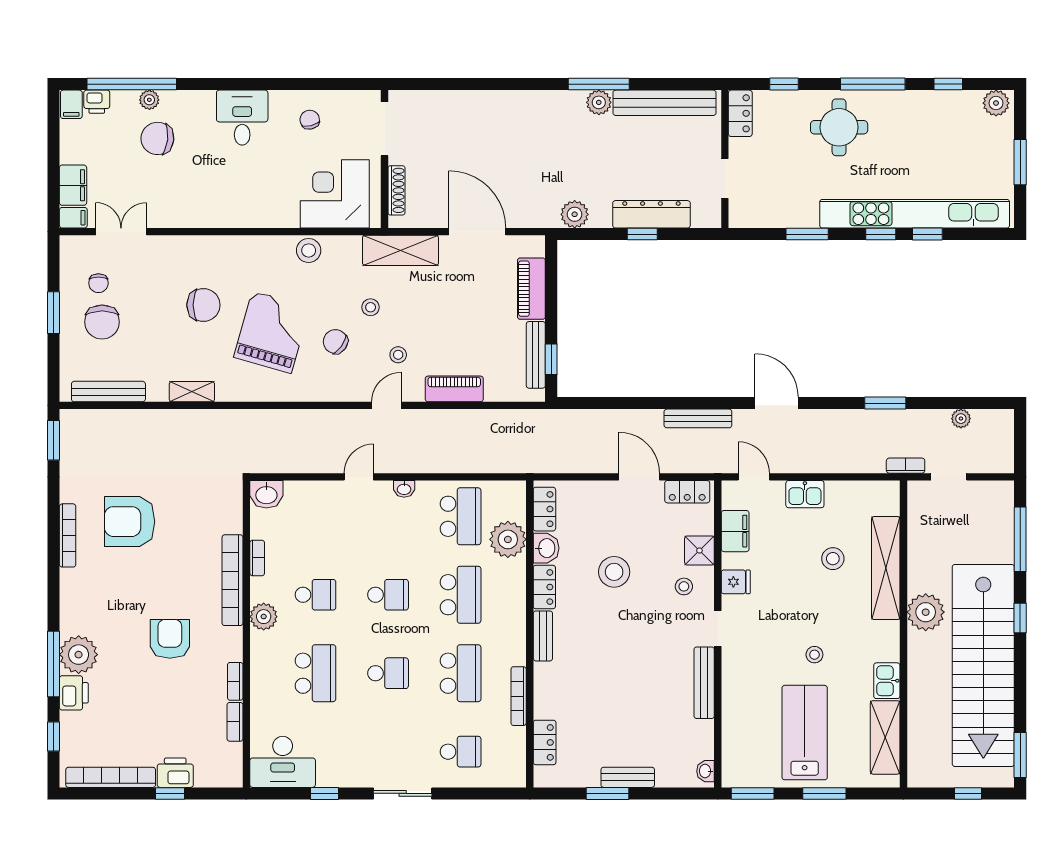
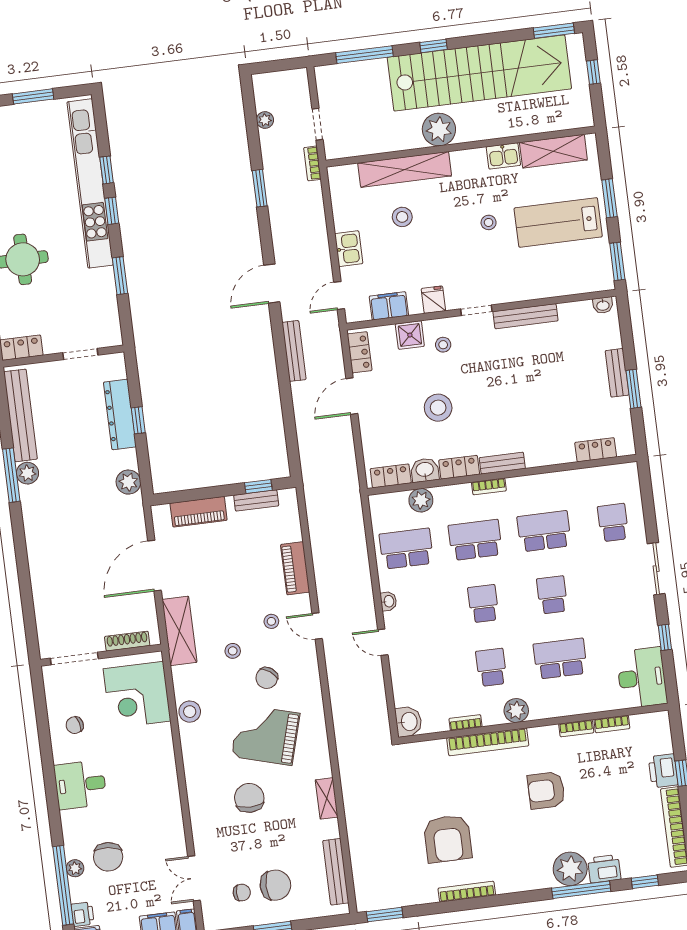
bench: (536, 355) -> (256, 500), width x0.73
plant: (508, 539) -> (421, 500), width x0.73, depth x0.73
bookcase: (519, 696) -> (489, 486), moved, width x0.64

